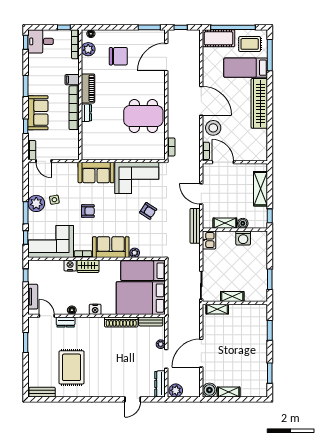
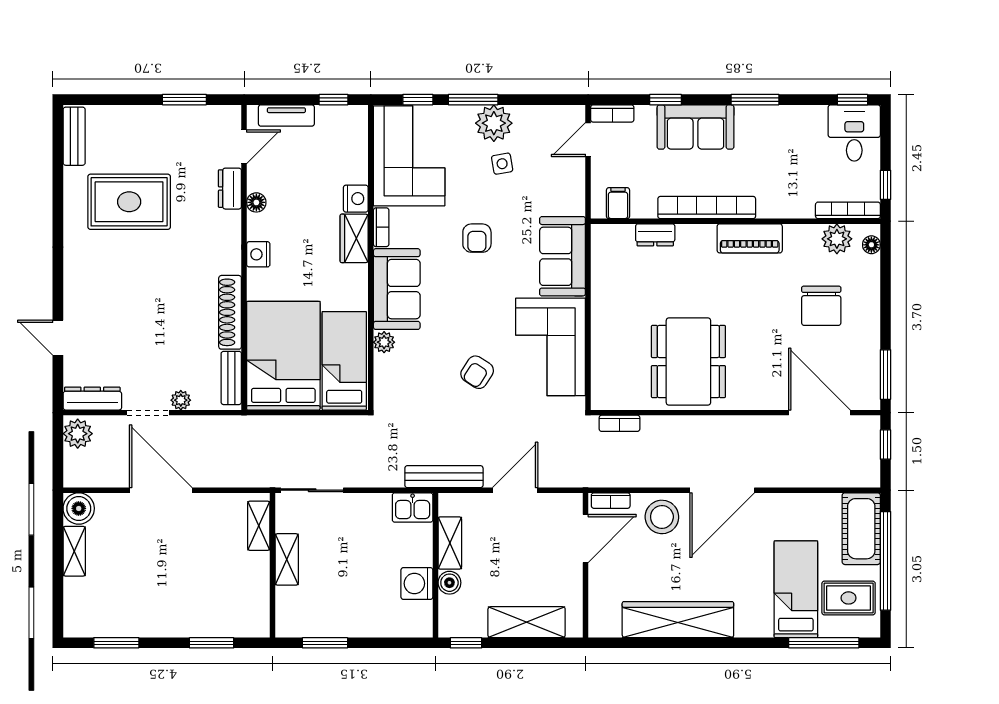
rug: (250, 44) -> (849, 598), turned 90
filing cabinet: (72, 80) -> (618, 203), moved
wardrobe: (259, 103) -> (678, 620), moved
dresser: (86, 113) -> (655, 235), moved

